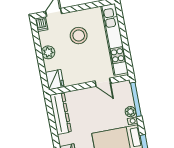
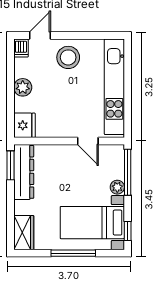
stool: (79, 36) -> (68, 57), moved
window: (50, 111) -> (10, 165), added

